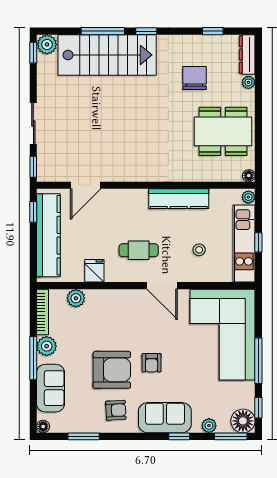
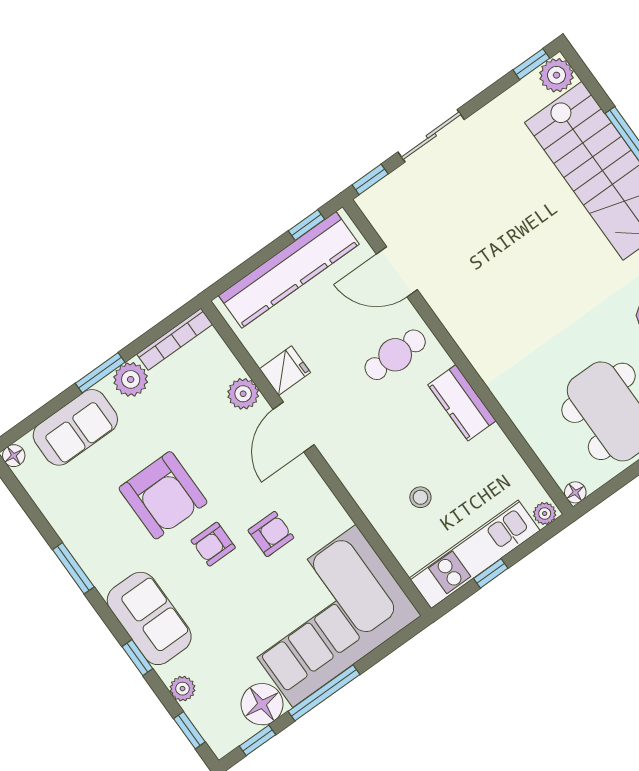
kitchen counter: (179, 199) -> (462, 403), width x0.67
cafe table: (139, 250) -> (395, 355), moved, turned 90
door: (162, 286) -> (294, 427), moved
plant: (76, 298) -> (243, 394), moved
window: (33, 358) -> (100, 373), width x0.69
armchair: (116, 410) -> (271, 534), moved, turned -87
floor lamp: (243, 421) -> (262, 704), moved
window: (84, 436) -> (73, 568), moved
window: (231, 436) -> (189, 730), width x0.67

